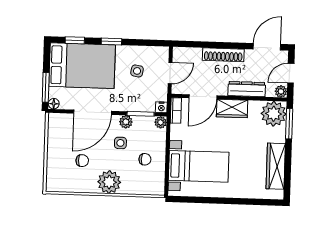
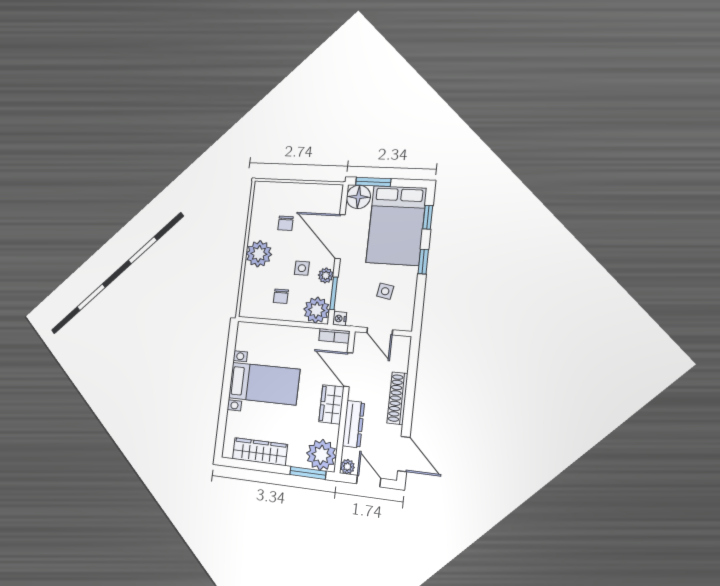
floor lamp: (54, 104) -> (358, 197), width x1.89, depth x1.89
plant: (161, 122) -> (317, 310), width x1.88, depth x1.88
bed with nightstands: (199, 166) -> (264, 384), moved, turned -90

